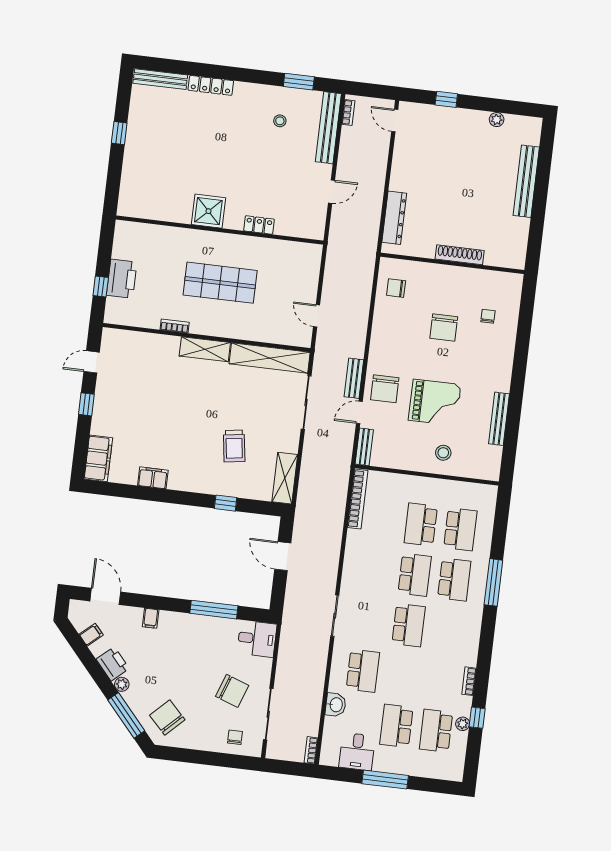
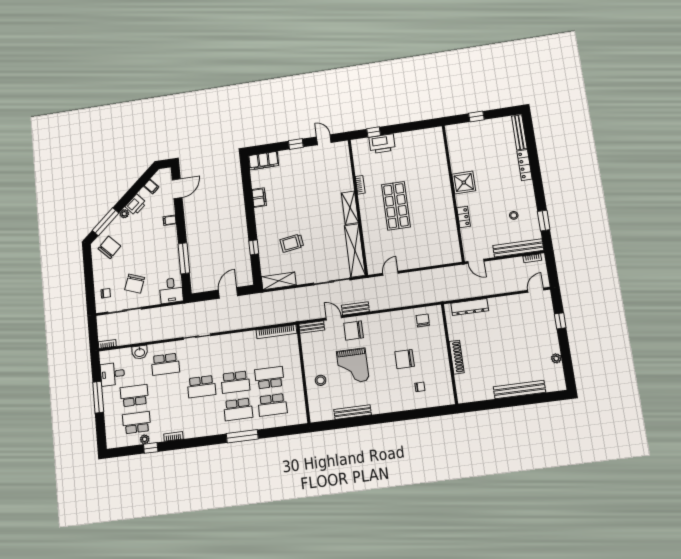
shower: (208, 211) -> (464, 183), moved
locker: (259, 225) -> (464, 217), moved
wall: (220, 230) -> (453, 193), moved

